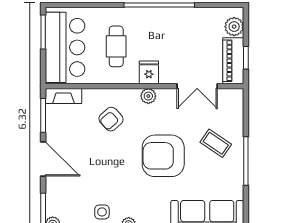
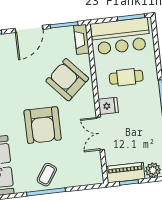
double door: (197, 86) -> (100, 133), moved
plant: (148, 96) -> (89, 108), removed
armchair: (111, 119) -> (67, 80), width x1.88, depth x1.88
coffee table: (216, 143) -> (47, 175), moved
armchair: (163, 156) -> (43, 125), turned 180

